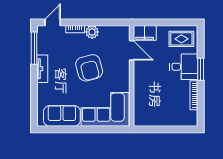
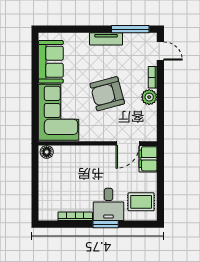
rug: (181, 39) -> (141, 202), turned 90
floor lamp: (139, 119) -> (47, 152), added

